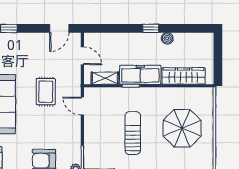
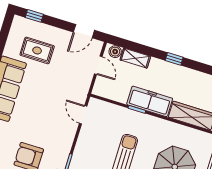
boiler: (167, 38) -> (115, 52), moved
shelving: (105, 78) -> (135, 58), moved
rug: (46, 92) -> (37, 50), moved, turned 90

